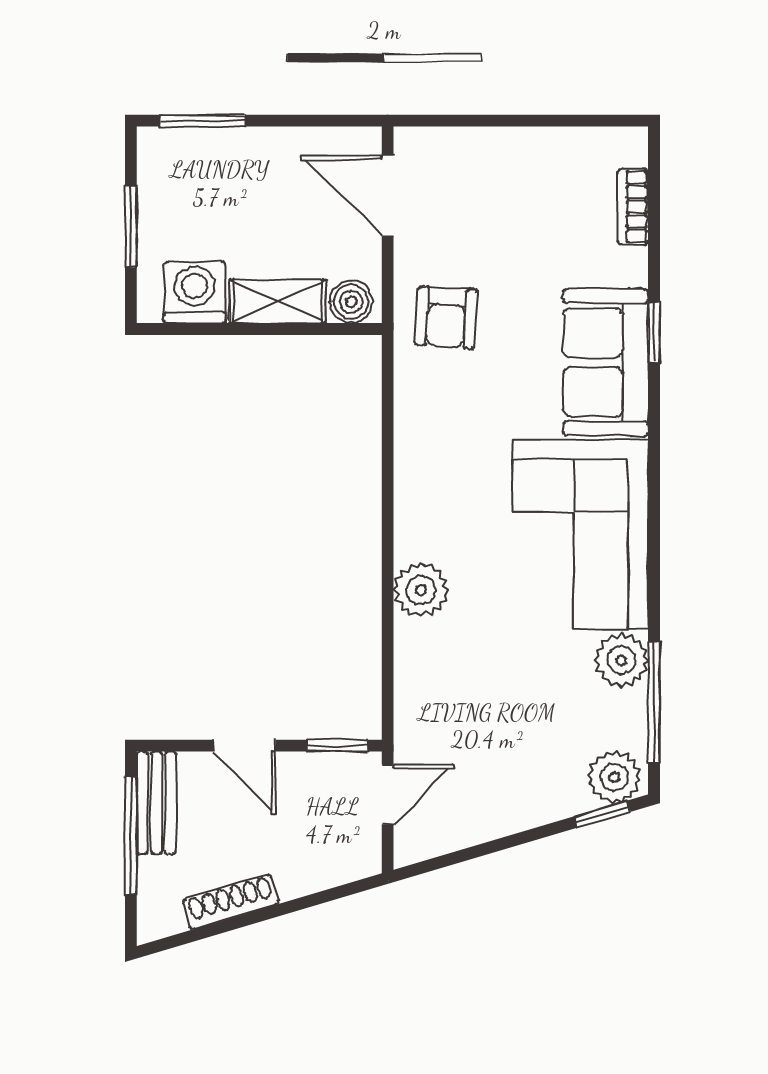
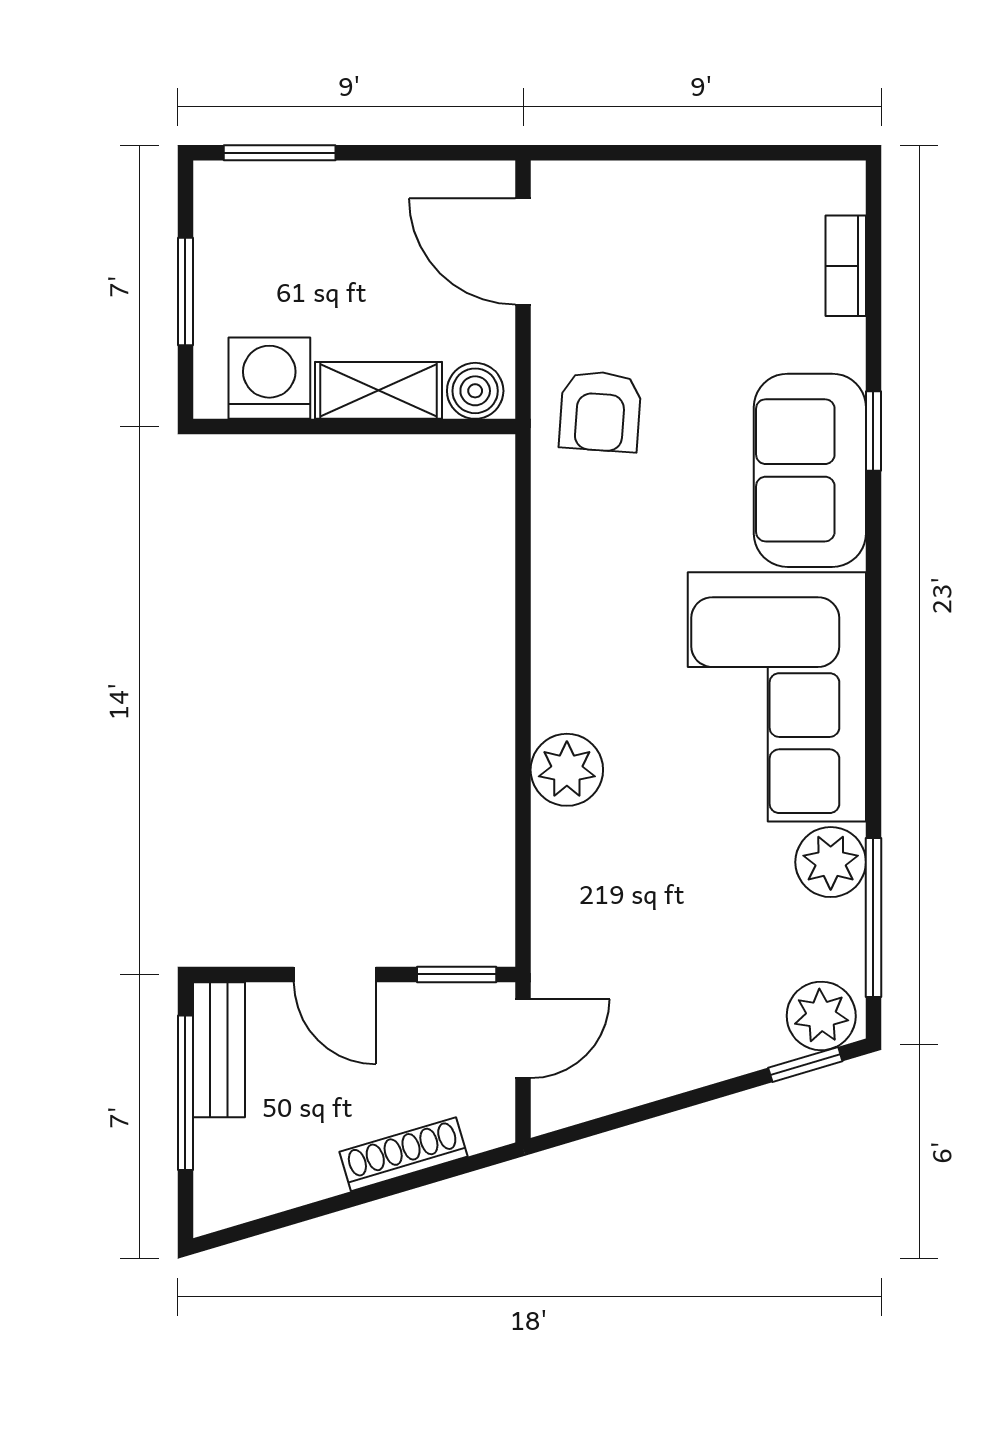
shoe rack: (231, 902) -> (403, 1154), moved

